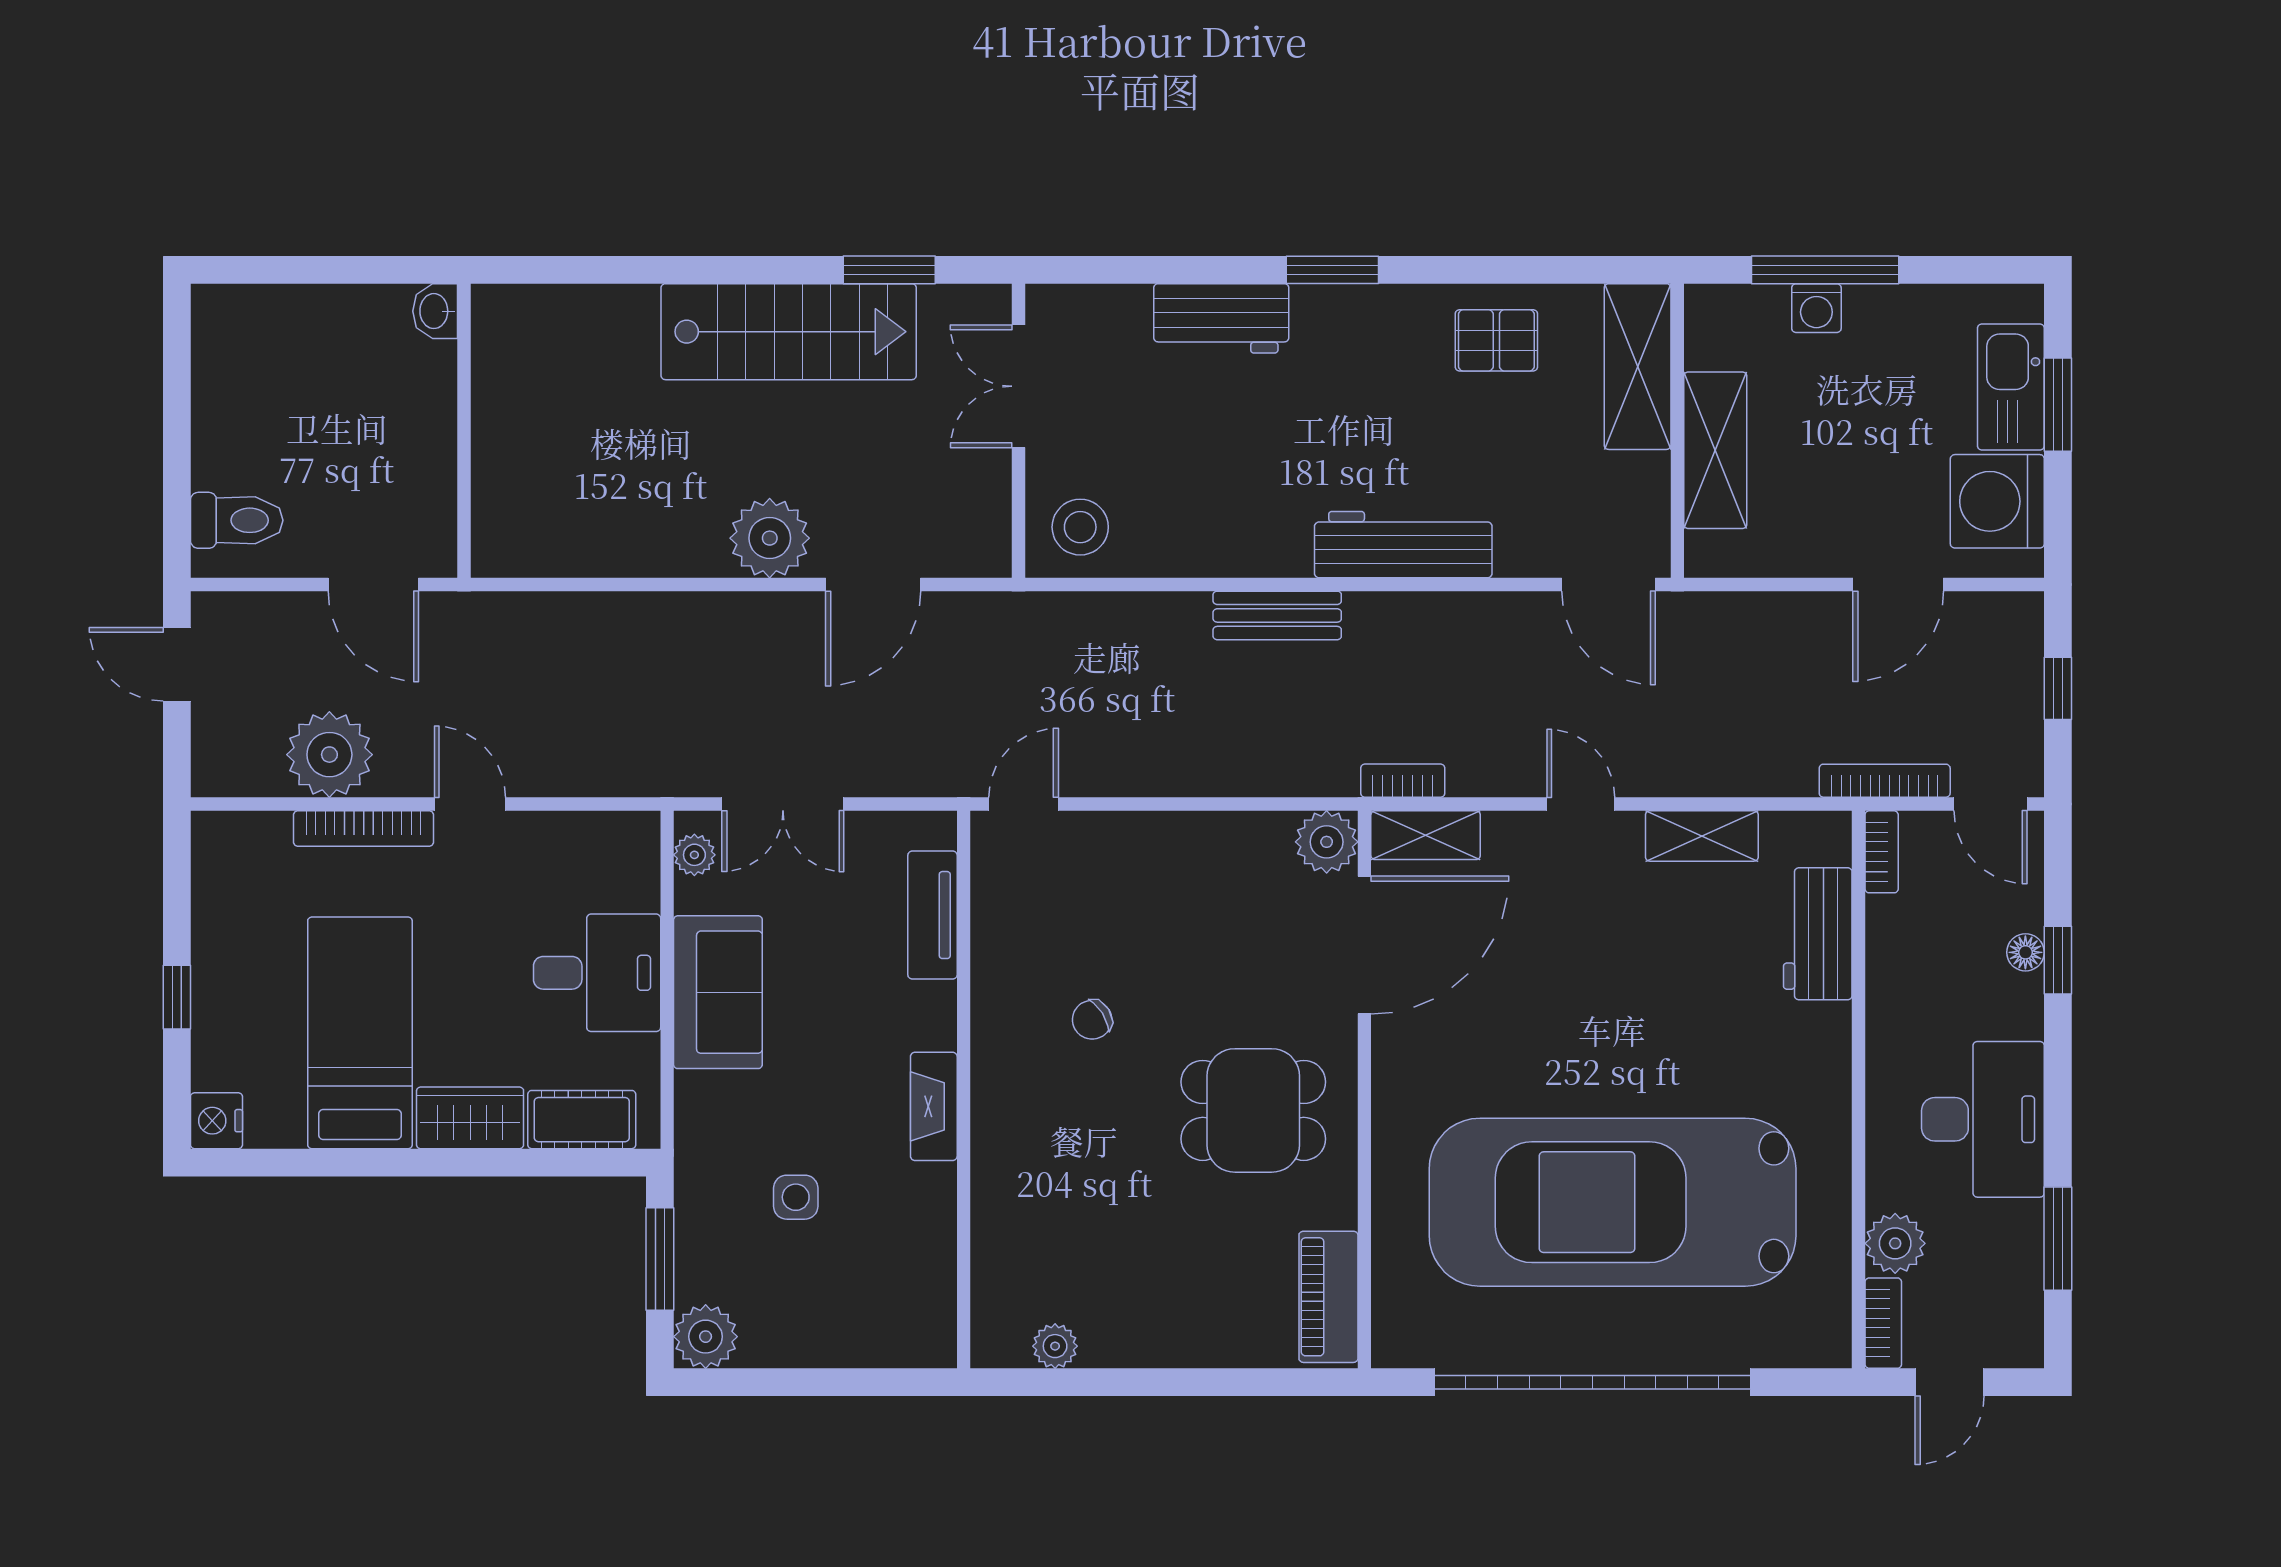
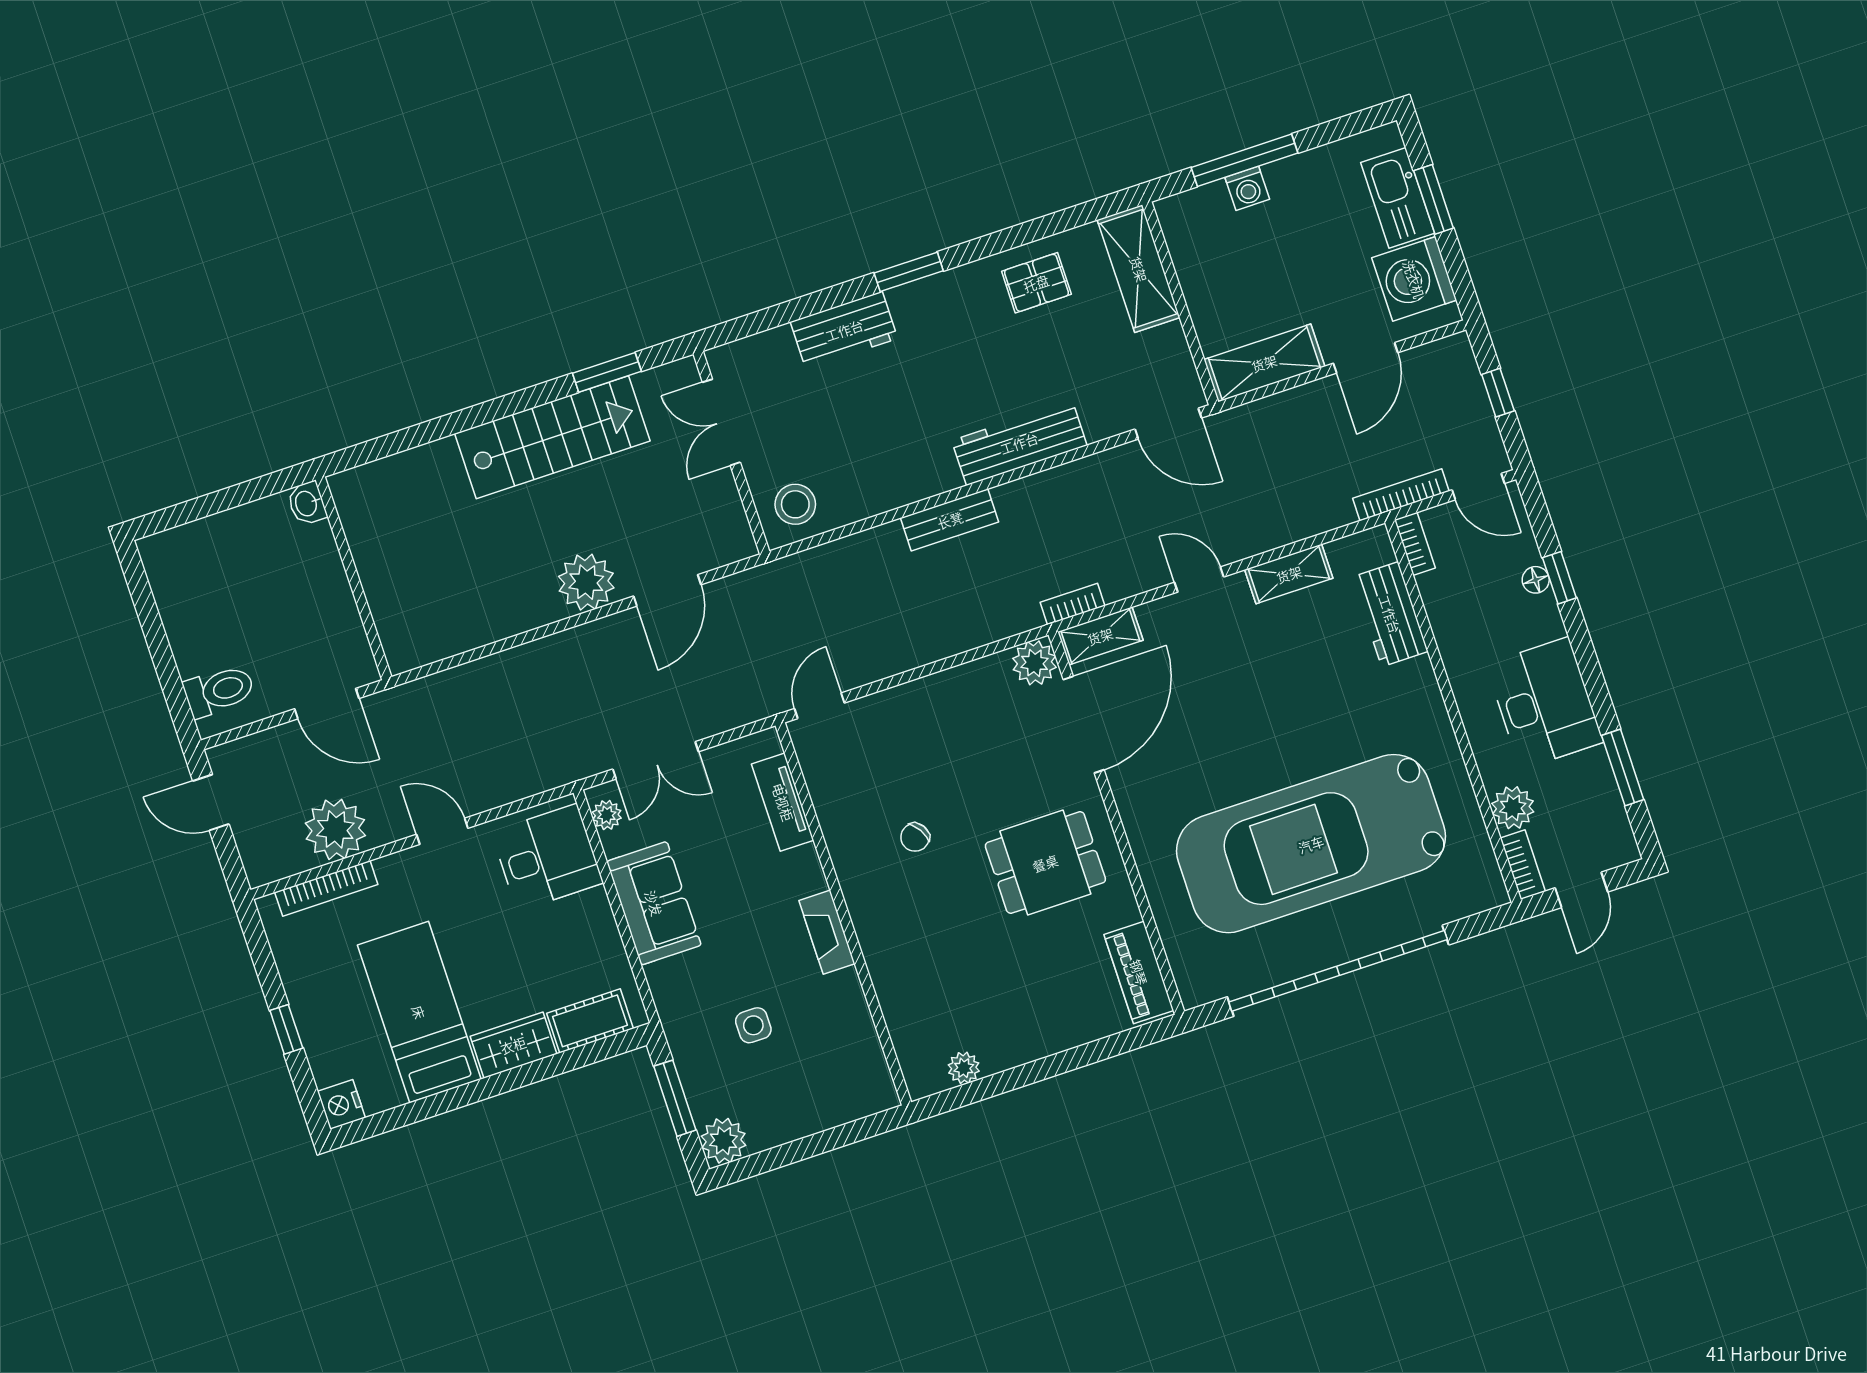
shelving: (1715, 450) -> (1264, 363), moved, turned 90
bookcase: (364, 829) -> (326, 888), moved
desk: (597, 973) -> (547, 857), moved

